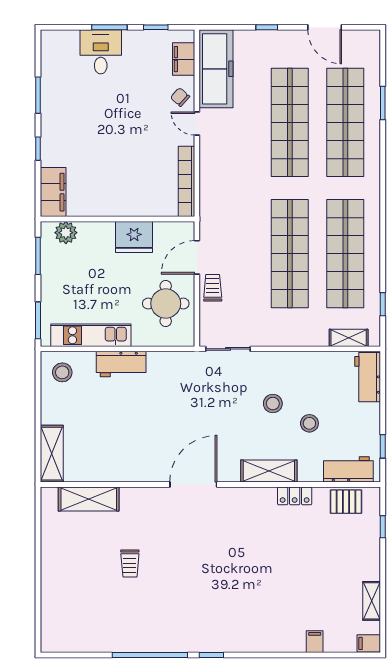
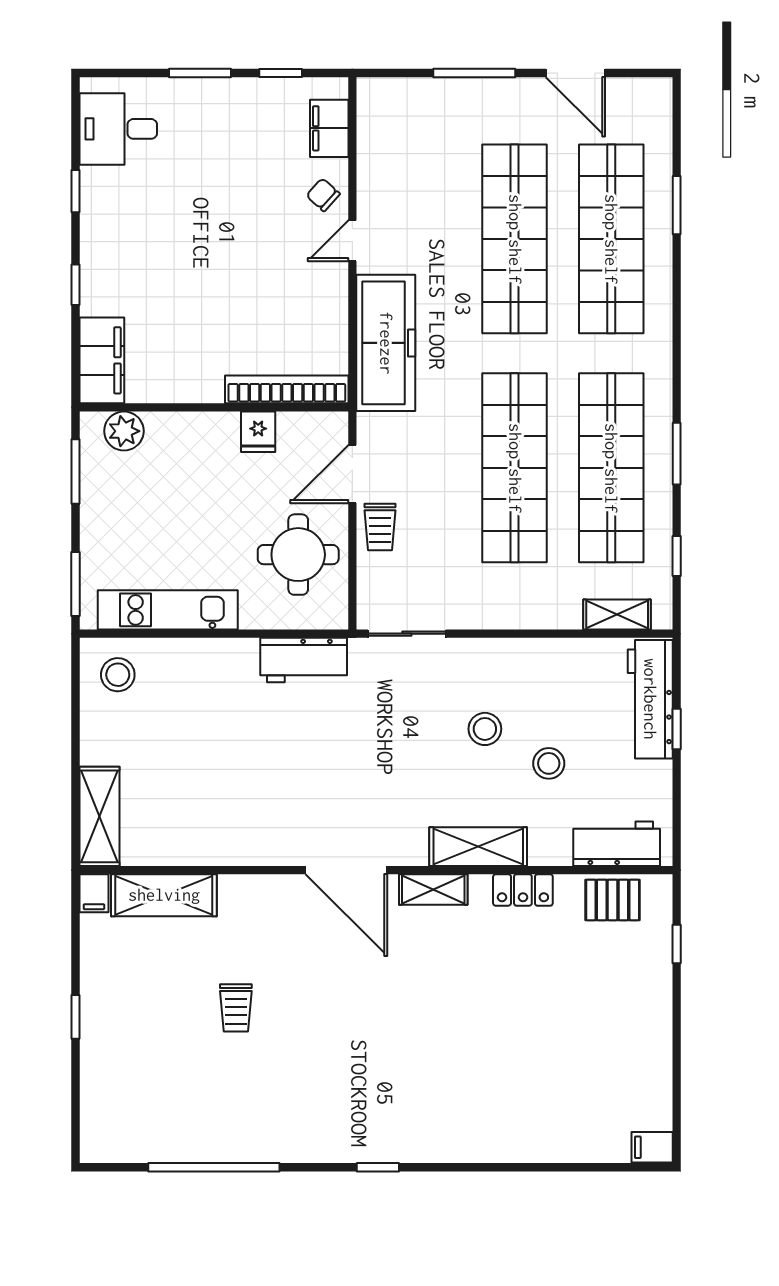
window: (267, 27) -> (474, 73), width x2.17
desk: (101, 52) -> (118, 129), moved, turned -90
freezer: (216, 69) -> (386, 343), moved
window: (38, 95) -> (75, 191), width x0.67
door: (197, 123) -> (352, 241), hinge flipped
bookcase: (186, 181) -> (287, 389), moved, turned 90
fridge: (134, 237) -> (258, 432), width x0.53, depth x0.75
window: (383, 246) -> (677, 454), added
trolley: (213, 288) -> (380, 527), turned 180
workbench: (121, 364) -> (304, 660), moved
workbench: (368, 377) -> (650, 699), width x1.38
window: (383, 446) -> (677, 729), moved
door: (193, 484) -> (346, 870), swing flipped
window: (38, 569) -> (75, 1017), added
shelving: (372, 601) -> (433, 889), moved, turned 90
filing cabinet: (315, 642) -> (94, 893), moved, turned 180
window: (150, 655) -> (214, 1167), moved

